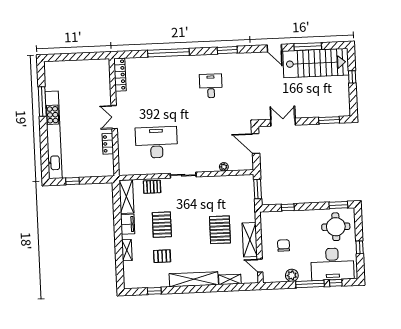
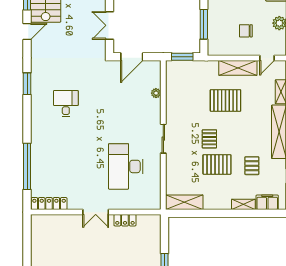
window: (168, 53) -> (27, 166), moved
desk: (211, 86) -> (66, 104), turned 90
pallet: (152, 187) -> (209, 139), moved
window: (288, 207) -> (204, 24), width x2.17
filing cabinet: (128, 224) -> (267, 202), moved

